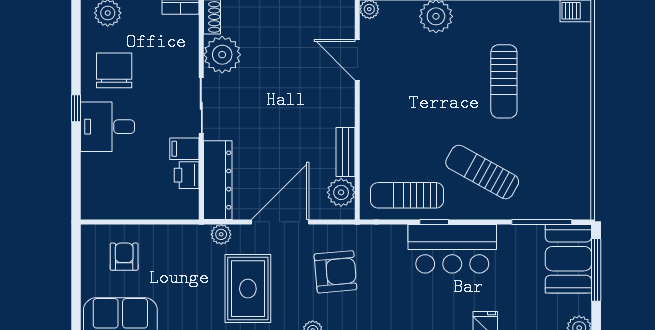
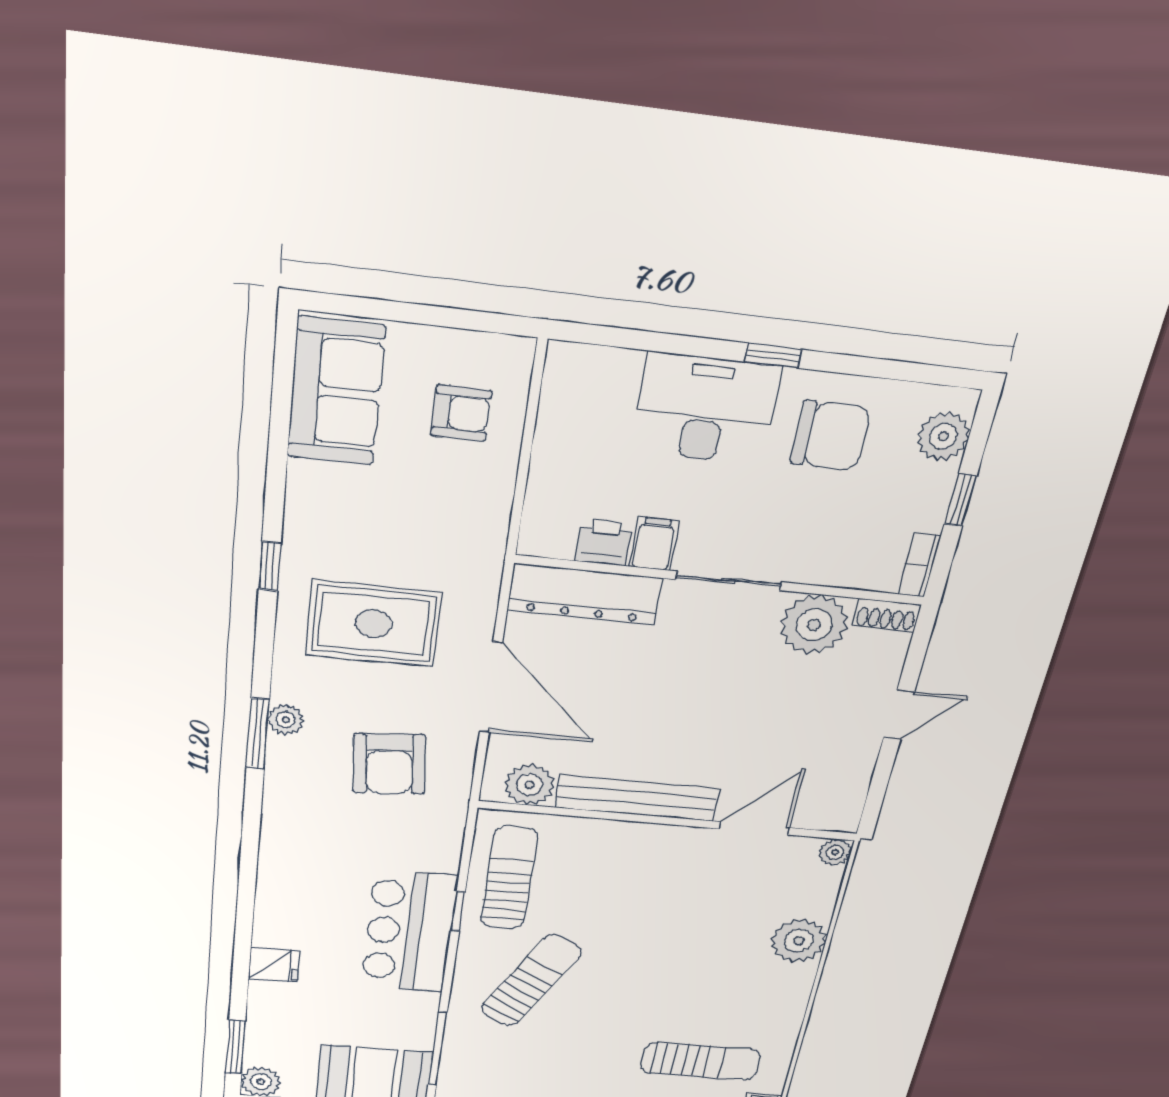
sun lounger: (504, 81) -> (701, 1061), moved, turned 180
desk: (108, 127) -> (706, 409), width x1.37
bench: (346, 152) -> (637, 798), width x1.86, depth x1.21
plant: (221, 234) -> (482, 589), removed

